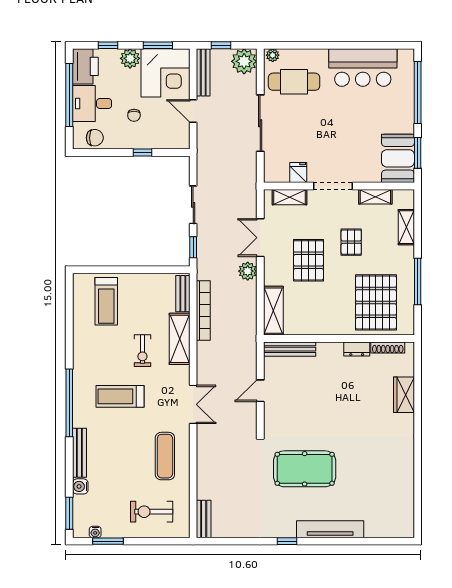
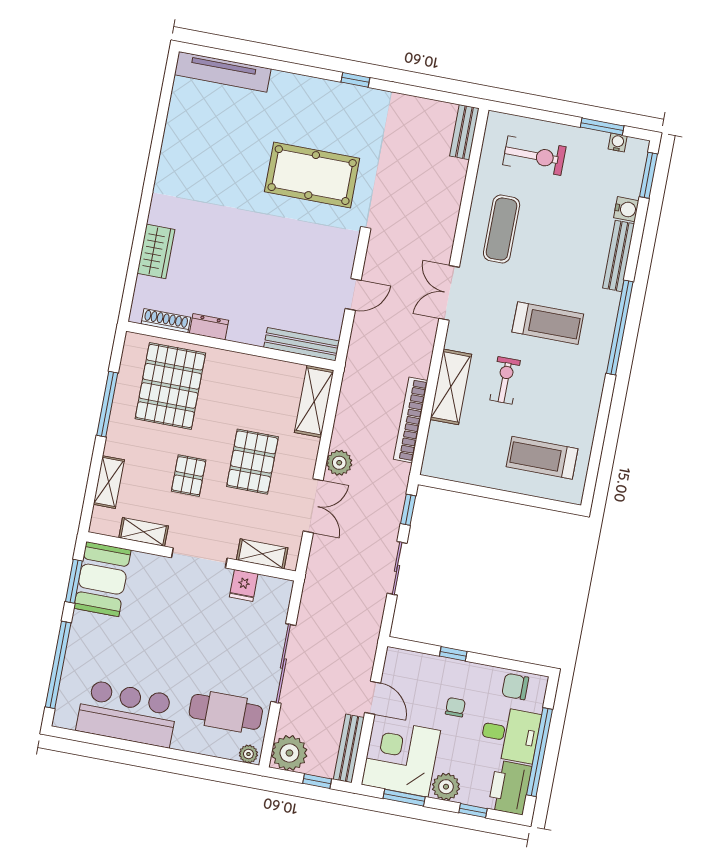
bench: (183, 294) -> (434, 448), removed
treadmill: (106, 301) -> (542, 458), turned -90
tv unit: (330, 529) -> (223, 72), moved

